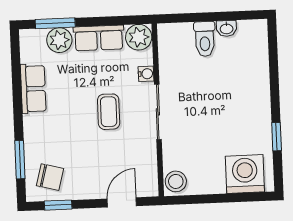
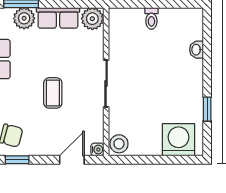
washbasin: (227, 28) -> (196, 50), moved, turned 90
toilet: (205, 39) -> (151, 18), width x0.73, depth x0.72
water cooler: (146, 74) -> (97, 150), moved
coffee table: (109, 112) -> (53, 93), moved

